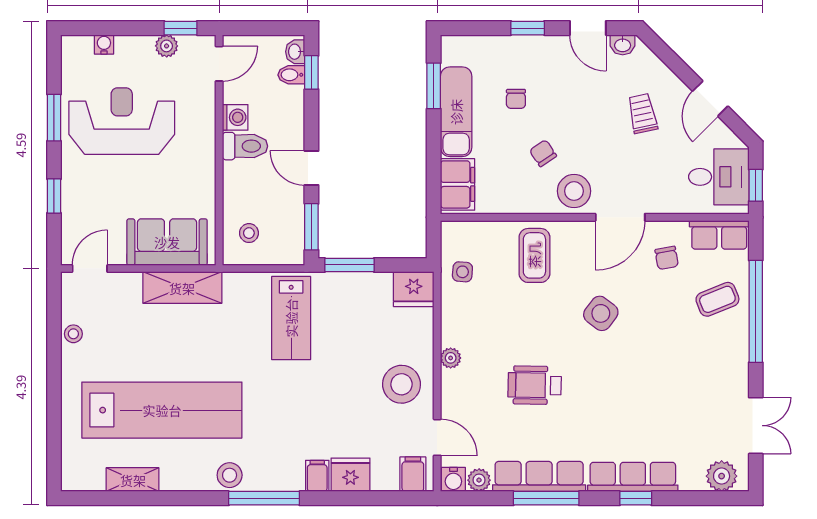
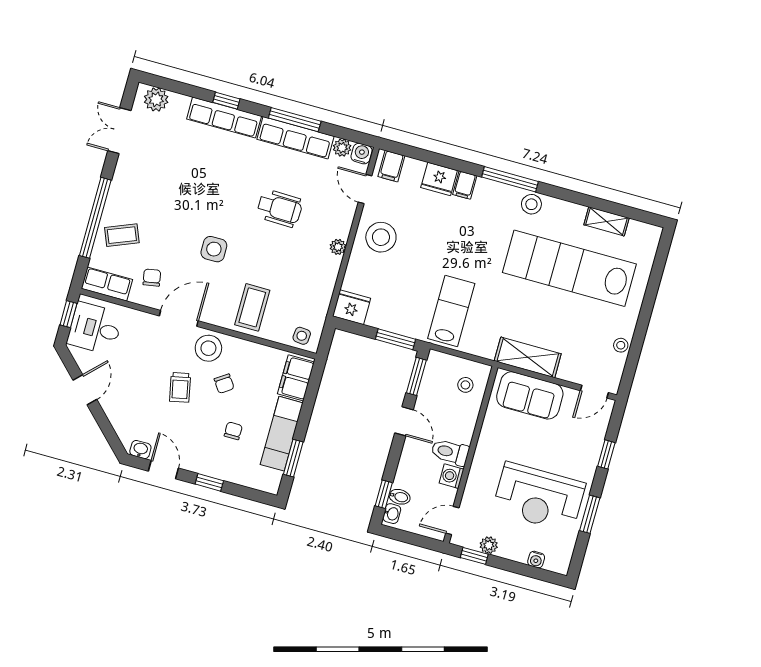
trolley: (643, 114) -> (180, 387), moved
side table: (462, 272) -> (302, 336), moved
side table: (601, 313) -> (214, 249), turned -37

